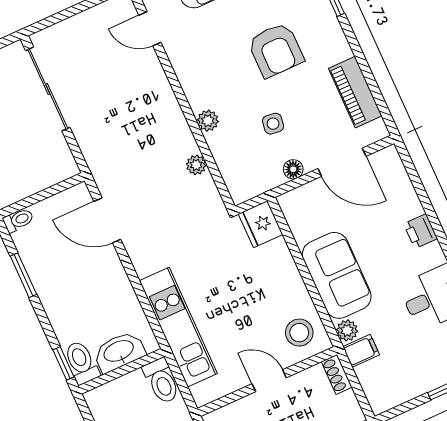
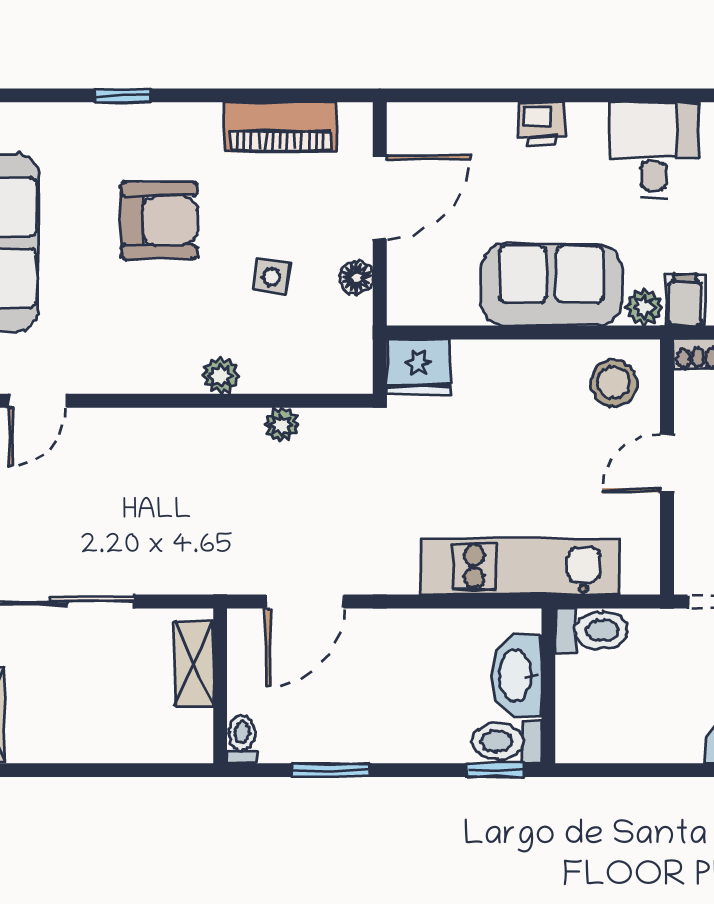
shelving: (47, 176) -> (194, 664), added

